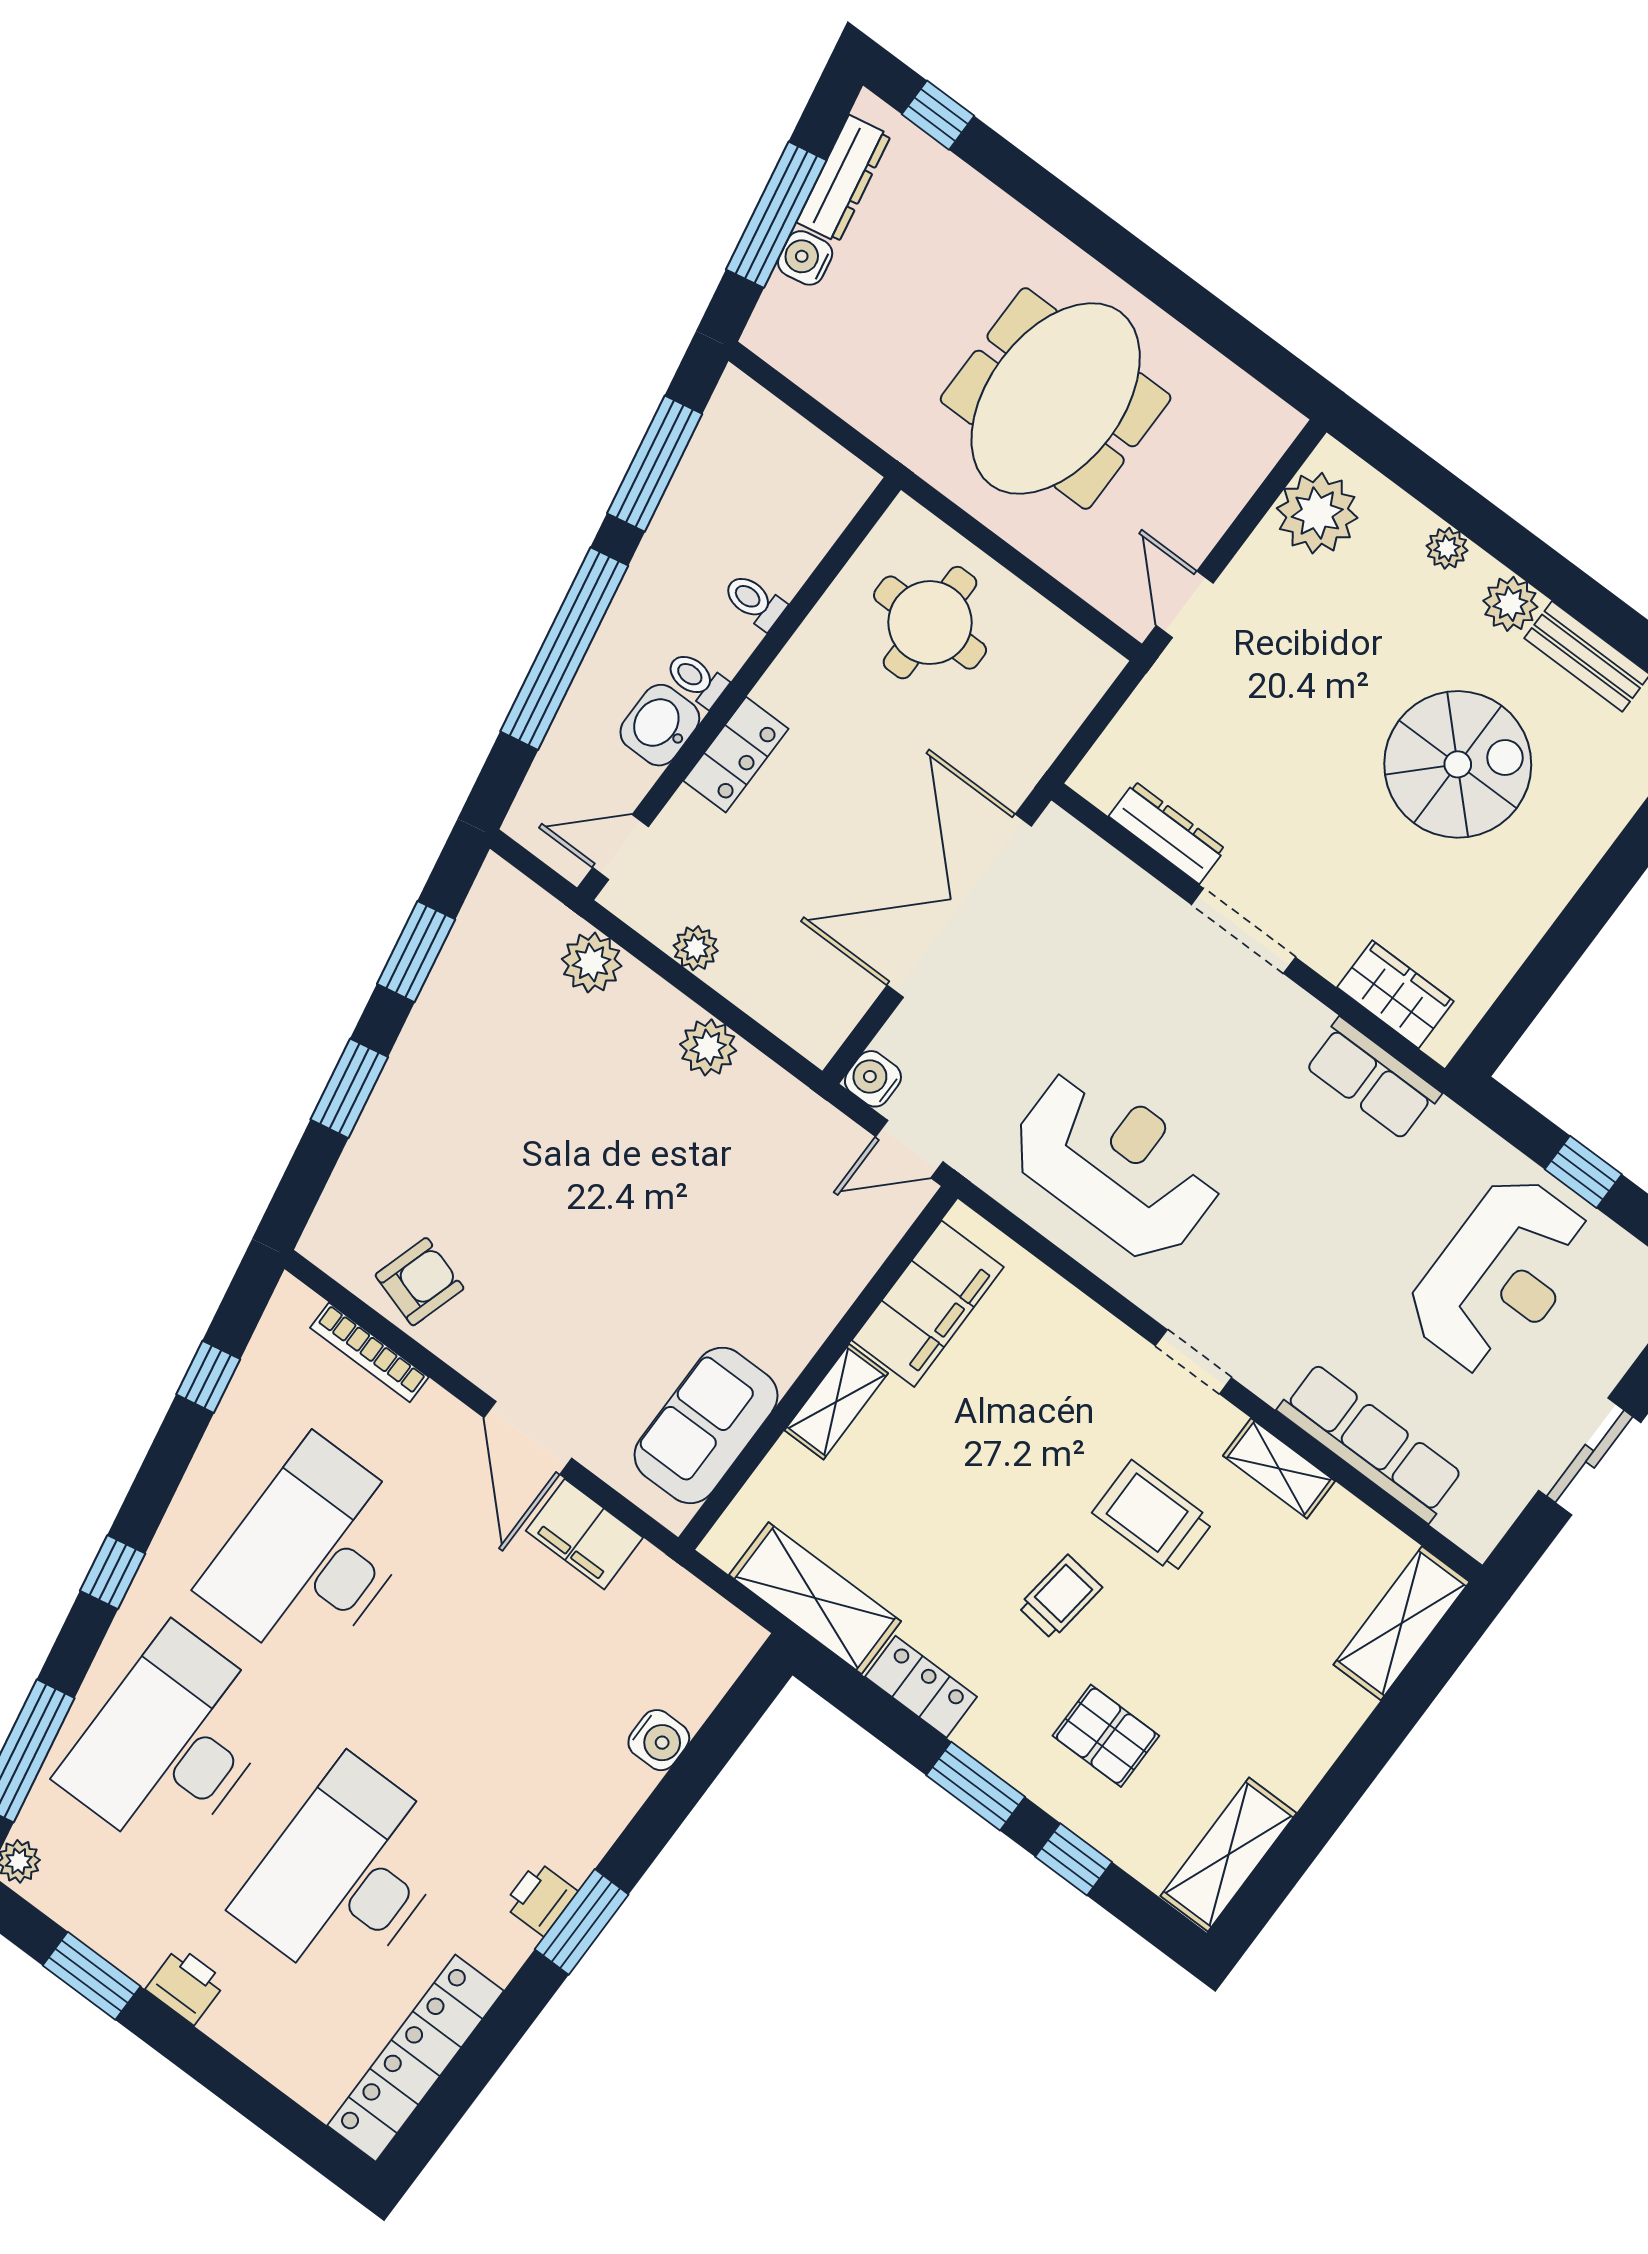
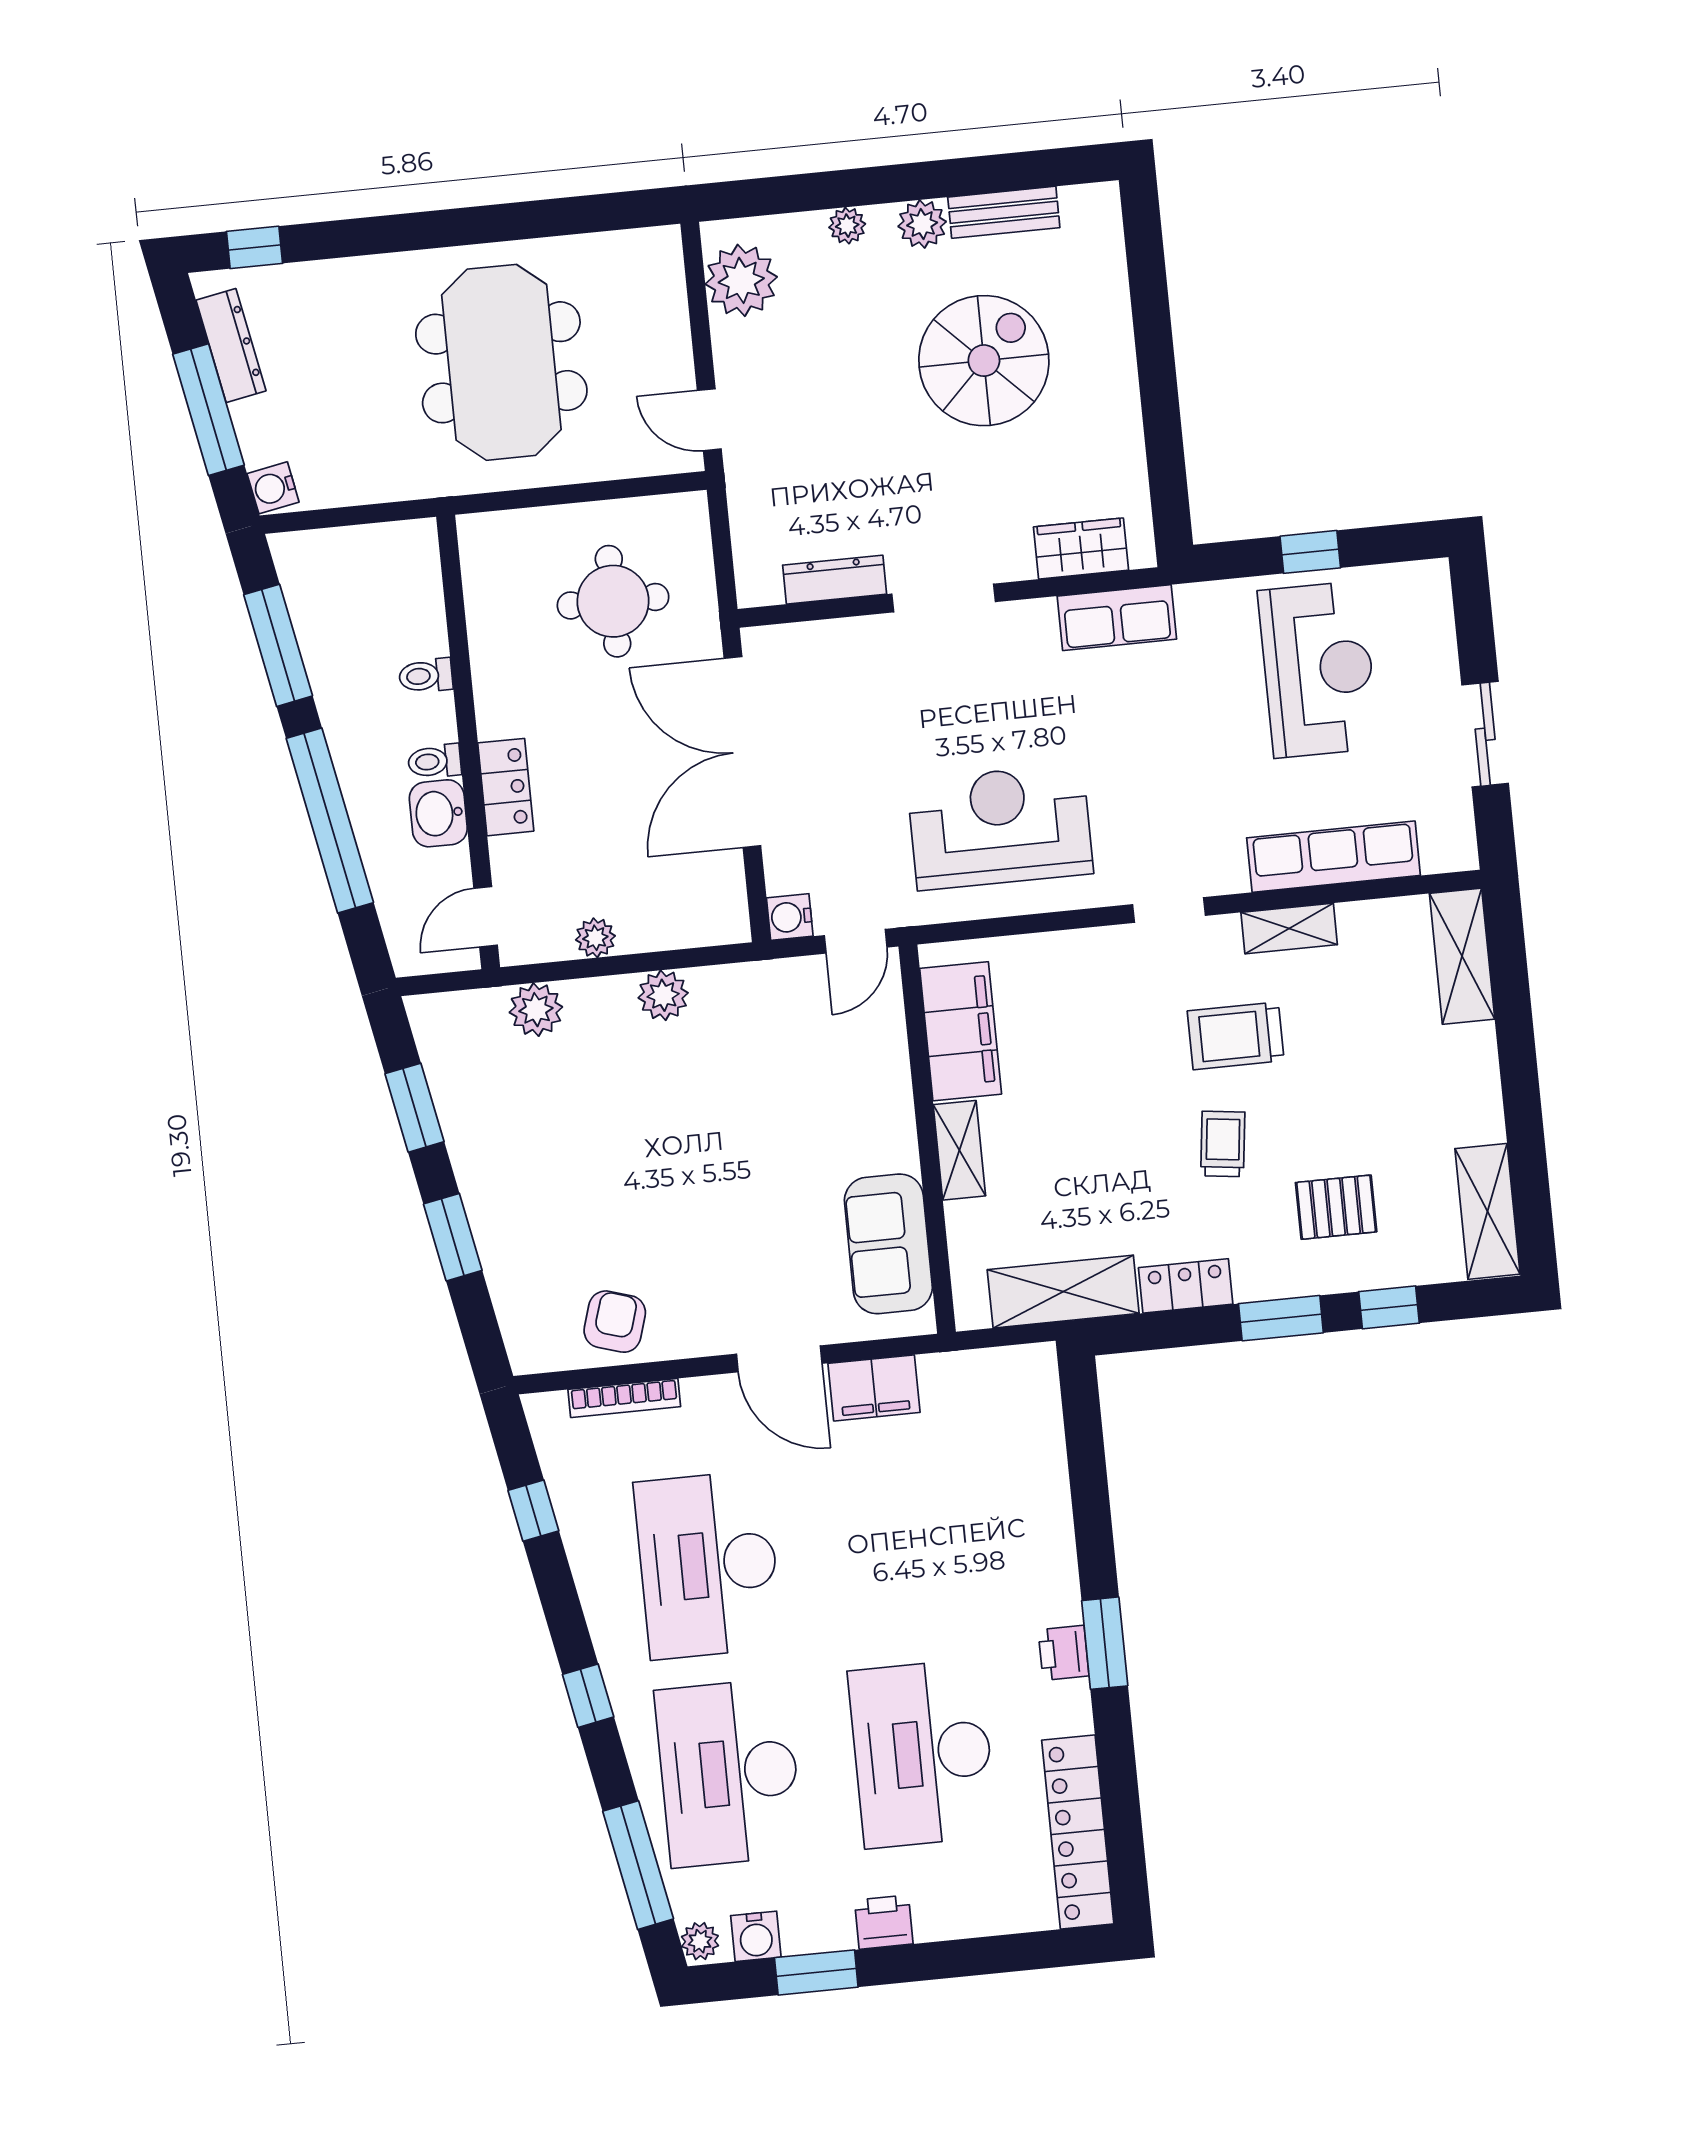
water cooler: (805, 258) -> (273, 488), moved
round table: (930, 623) -> (613, 601), moved
water cooler: (659, 1740) -> (756, 1936), moved, turned 90

